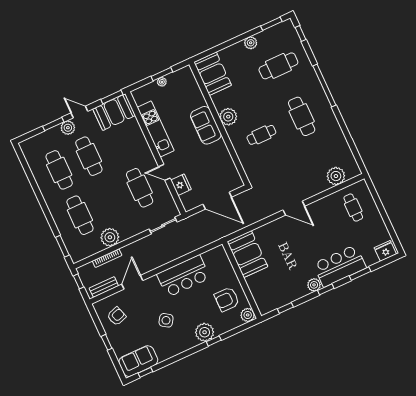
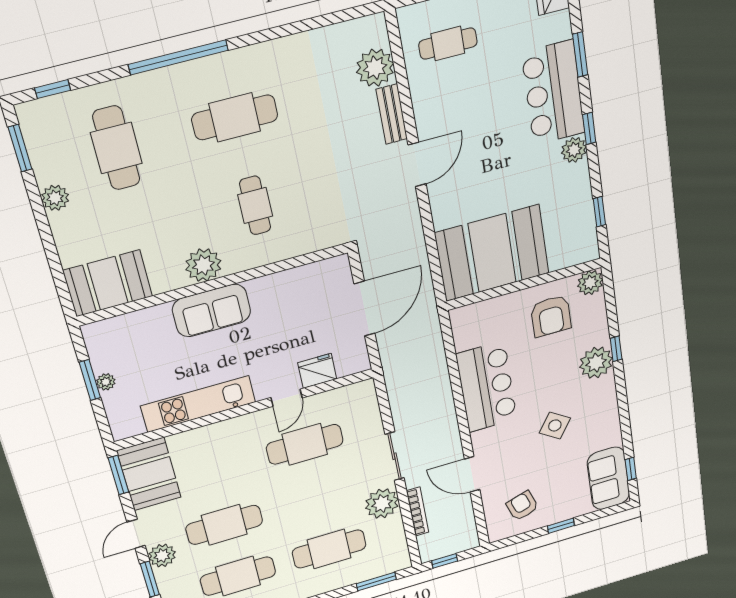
sliding door: (163, 226) -> (395, 456), moved
booth: (247, 254) -> (492, 253), width x1.36, depth x1.42
bench: (104, 287) -> (392, 114), moved

